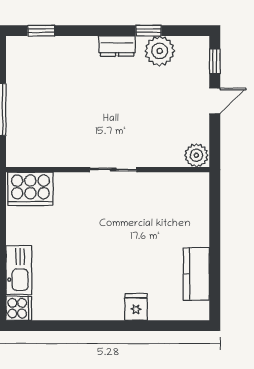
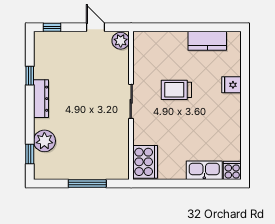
dresser: (117, 46) -> (41, 99), width x1.44
plant: (160, 51) -> (44, 141), moved
door: (215, 101) -> (96, 27), moved
trolley: (129, 232) -> (176, 90), added

